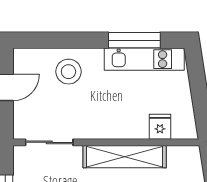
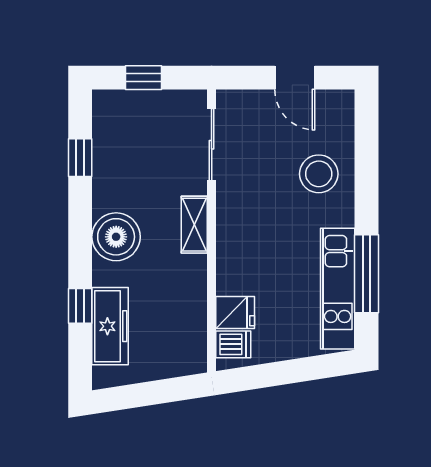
dishwasher: (181, 128) -> (233, 344), added
shelving: (125, 157) -> (194, 225), width x0.45, depth x0.75

